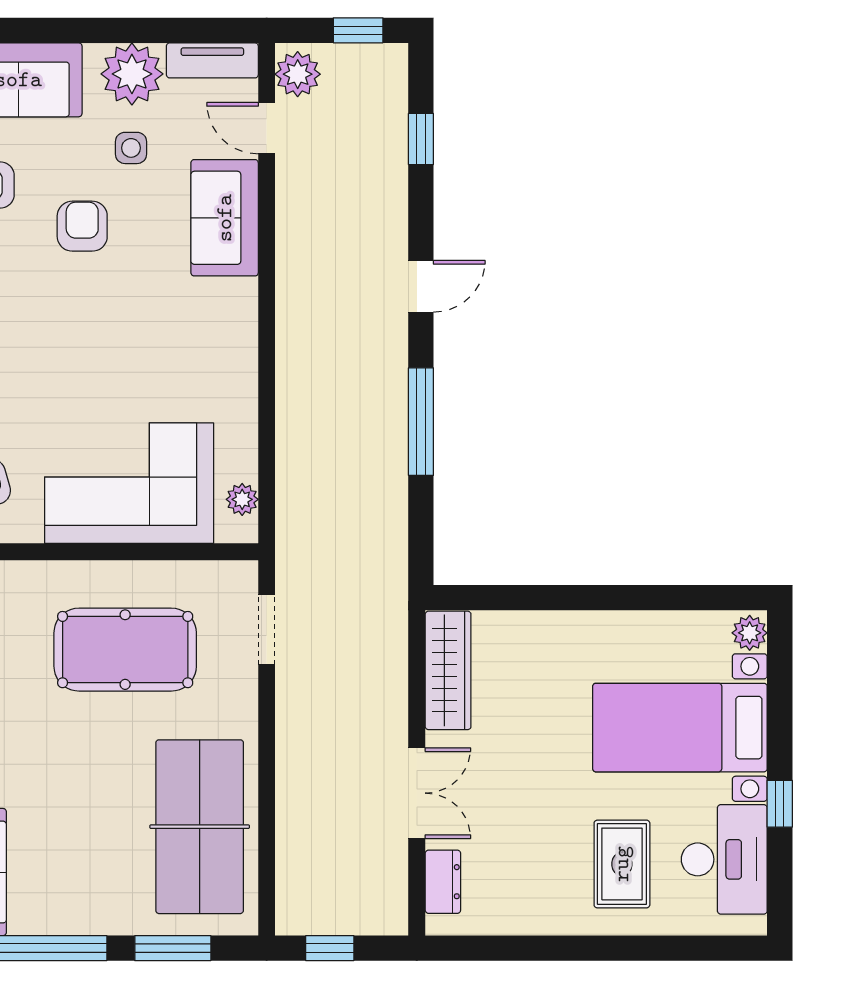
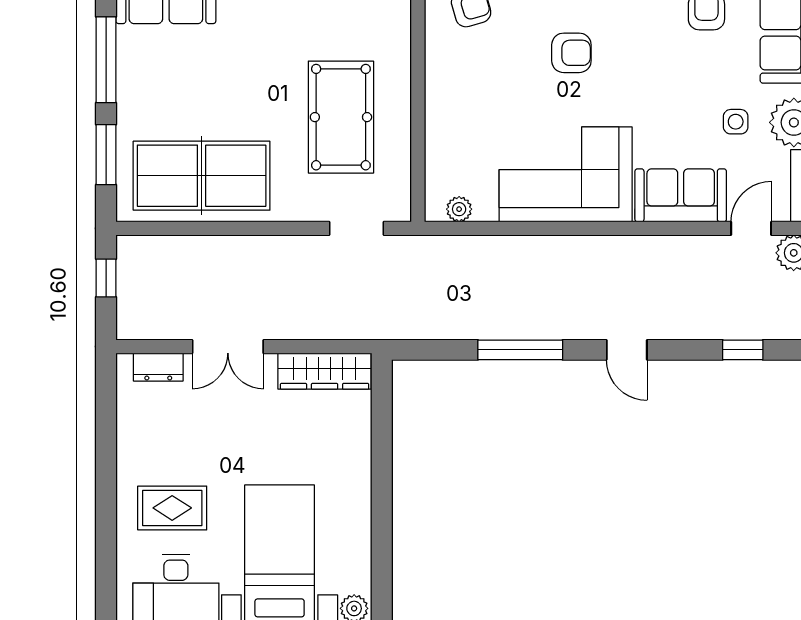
armchair: (82, 226) -> (571, 53), moved
corner sofa: (129, 483) -> (566, 174), moved, turned -90

